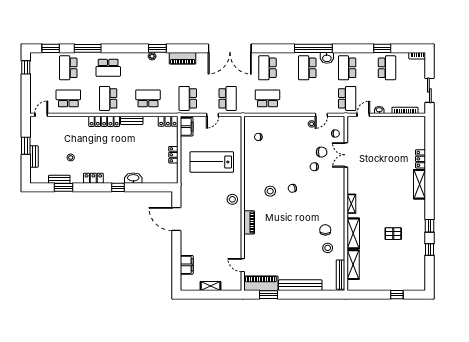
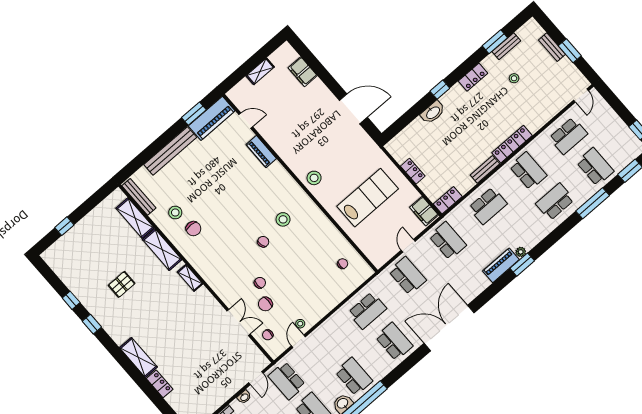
piano: (183, 58) -> (501, 265), moved
school desk: (228, 98) -> (407, 276), turned 180
piano: (249, 222) -> (261, 151), moved

